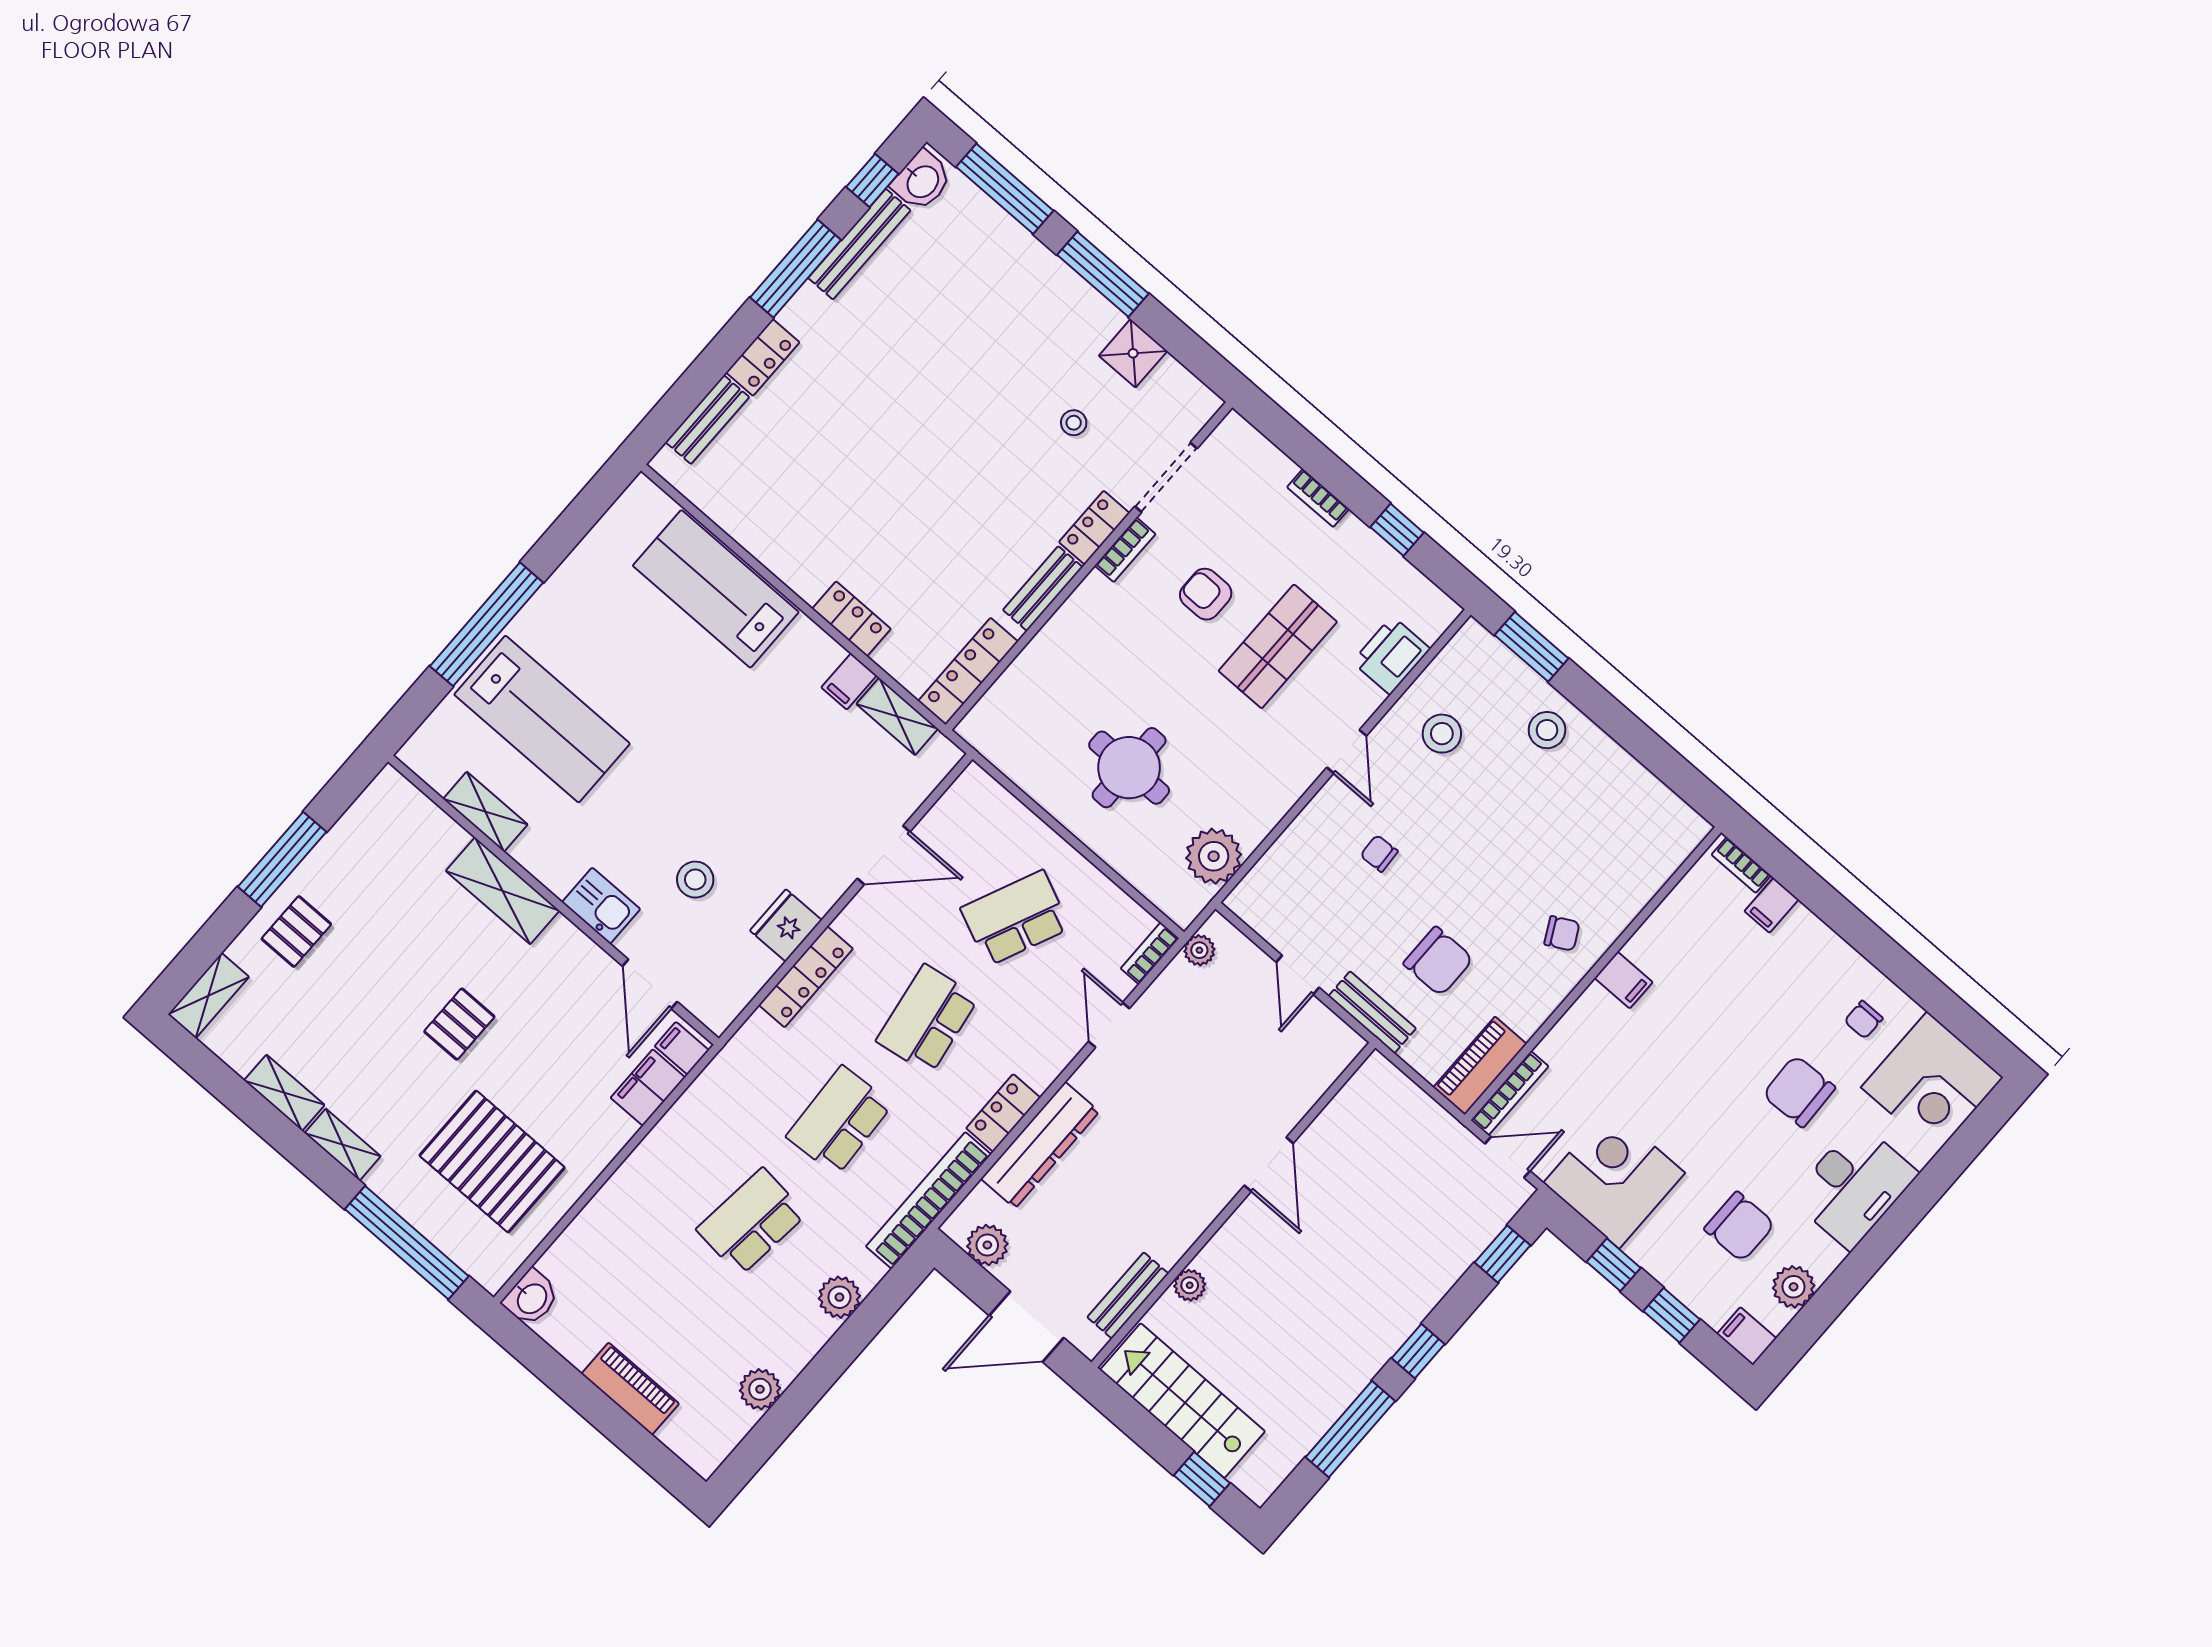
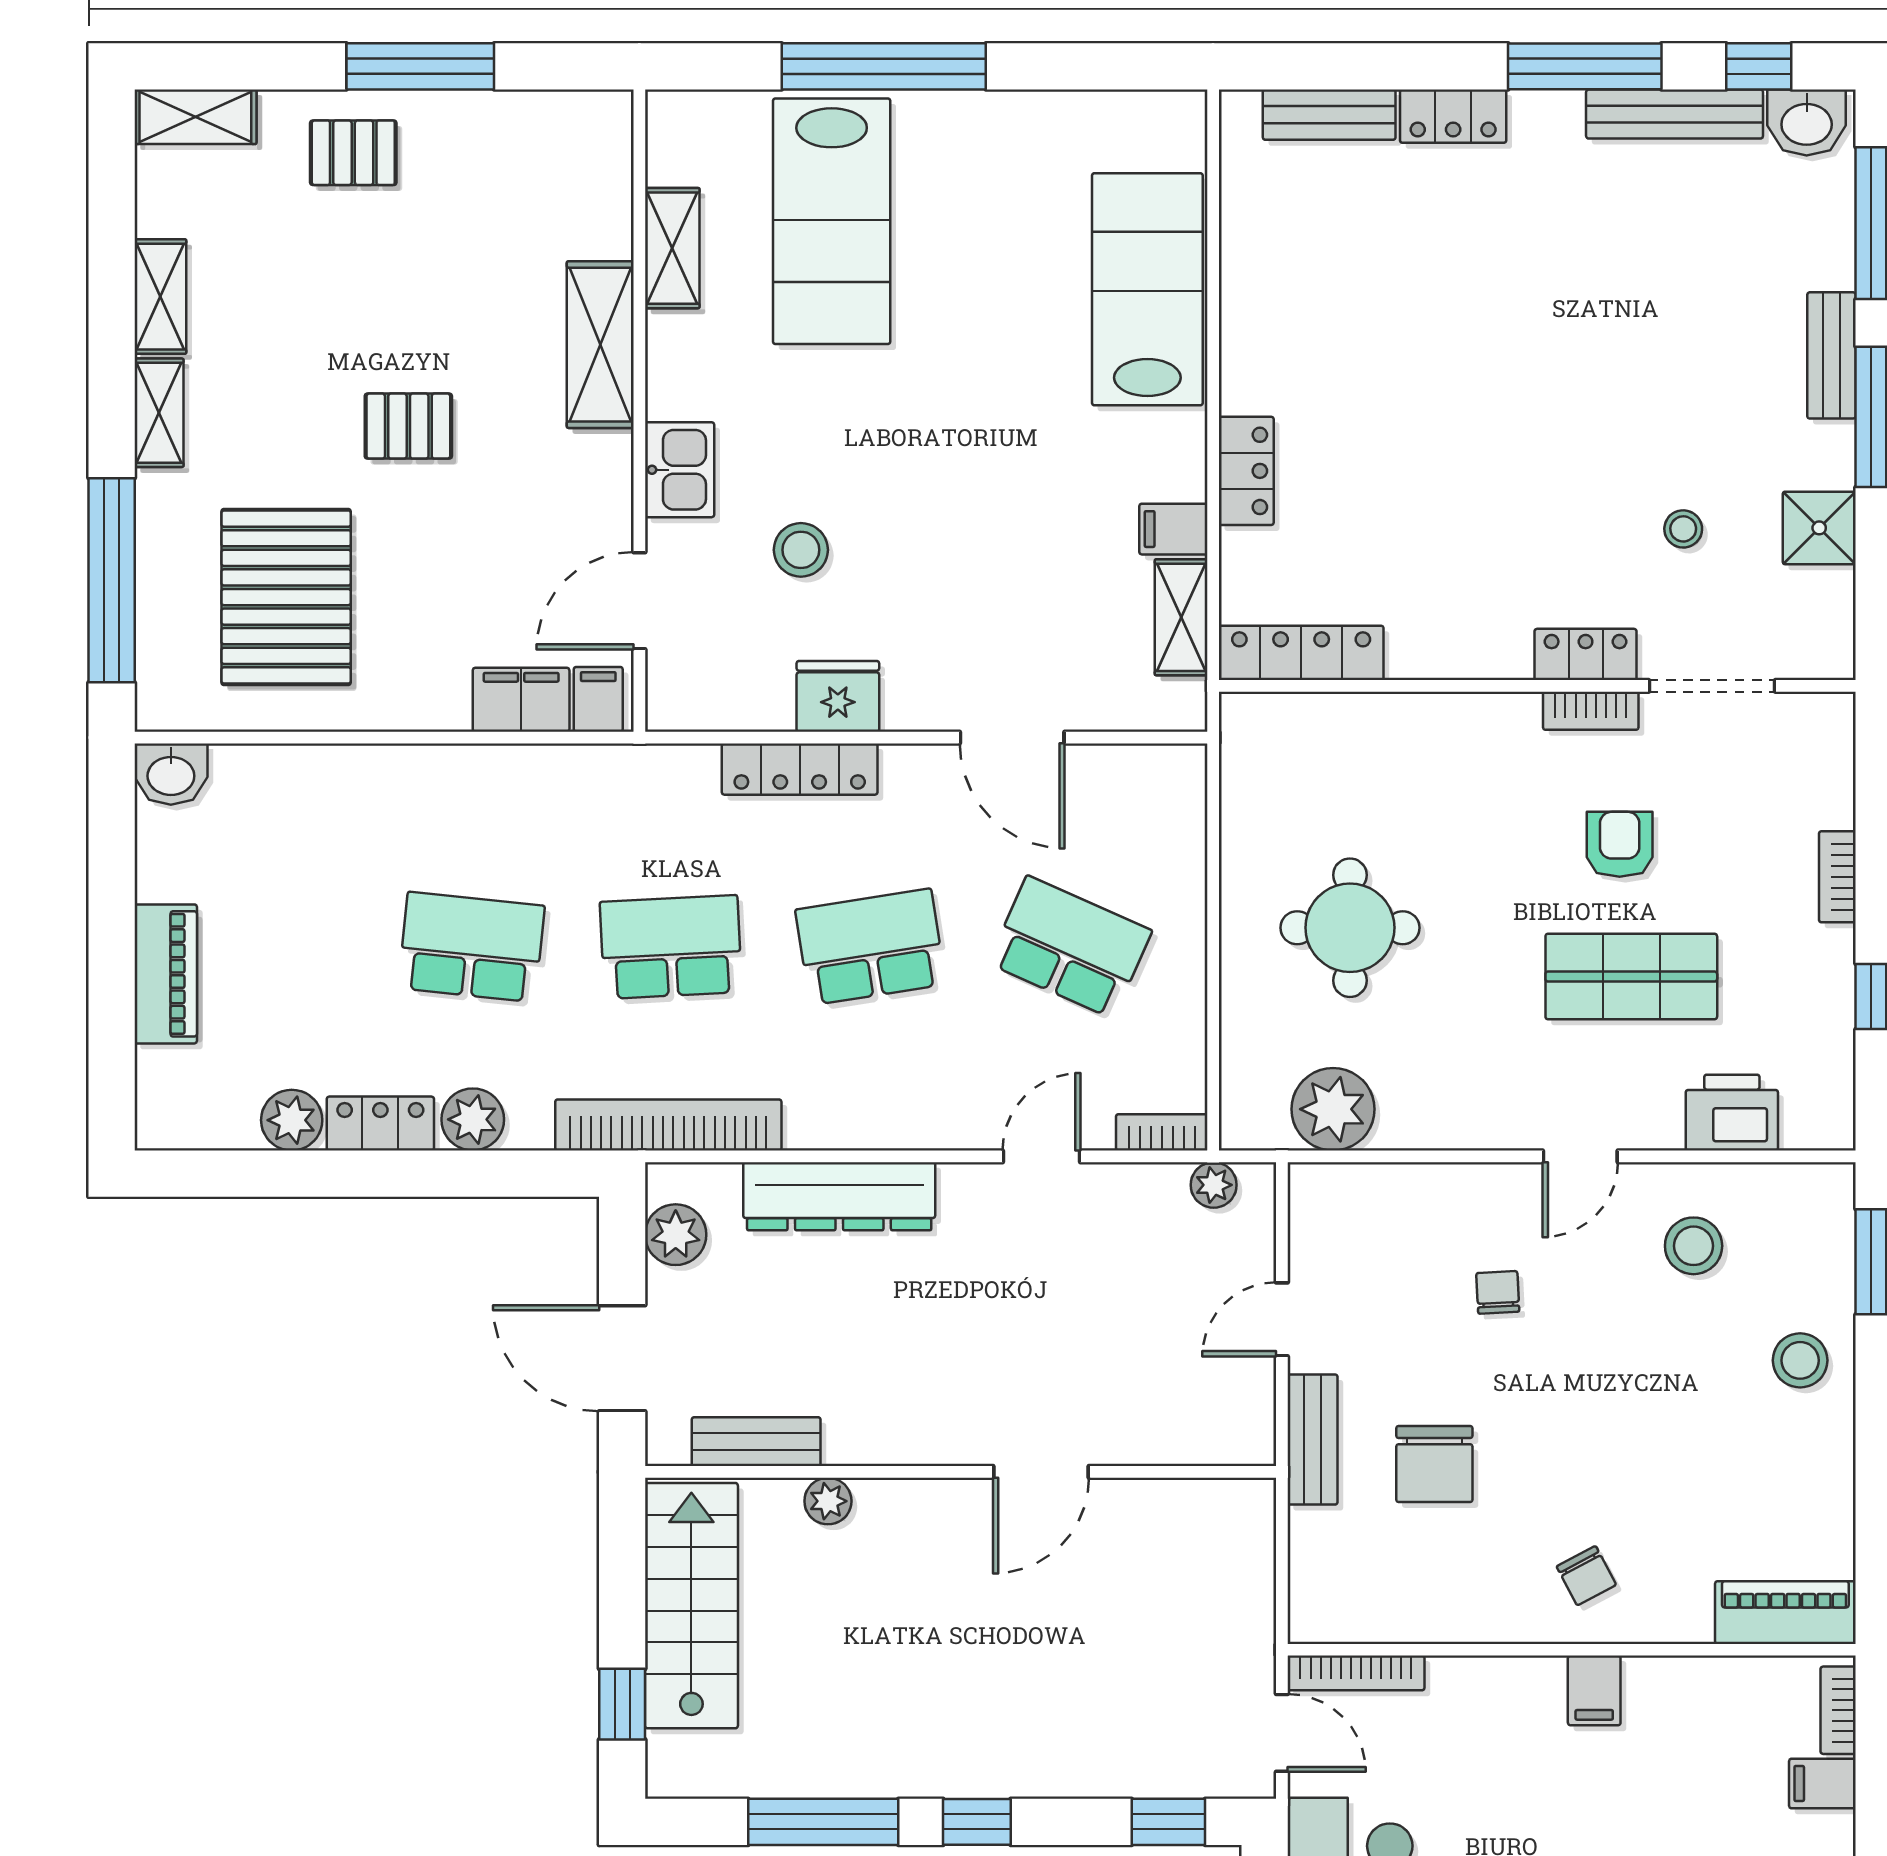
bench: (1043, 589) -> (1831, 355), moved, turned 90
piano: (1480, 1066) -> (1785, 1613), moved
locker: (1003, 1113) -> (380, 1124), moved

